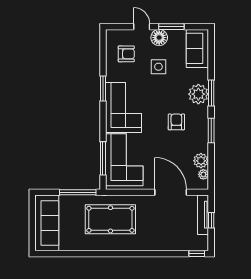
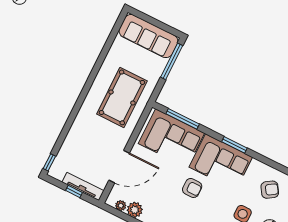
armchair: (126, 54) -> (270, 190), turned -123
window: (103, 88) -> (234, 145), moved
armchair: (176, 122) -> (192, 188), moved
window: (78, 192) -> (172, 61), moved

